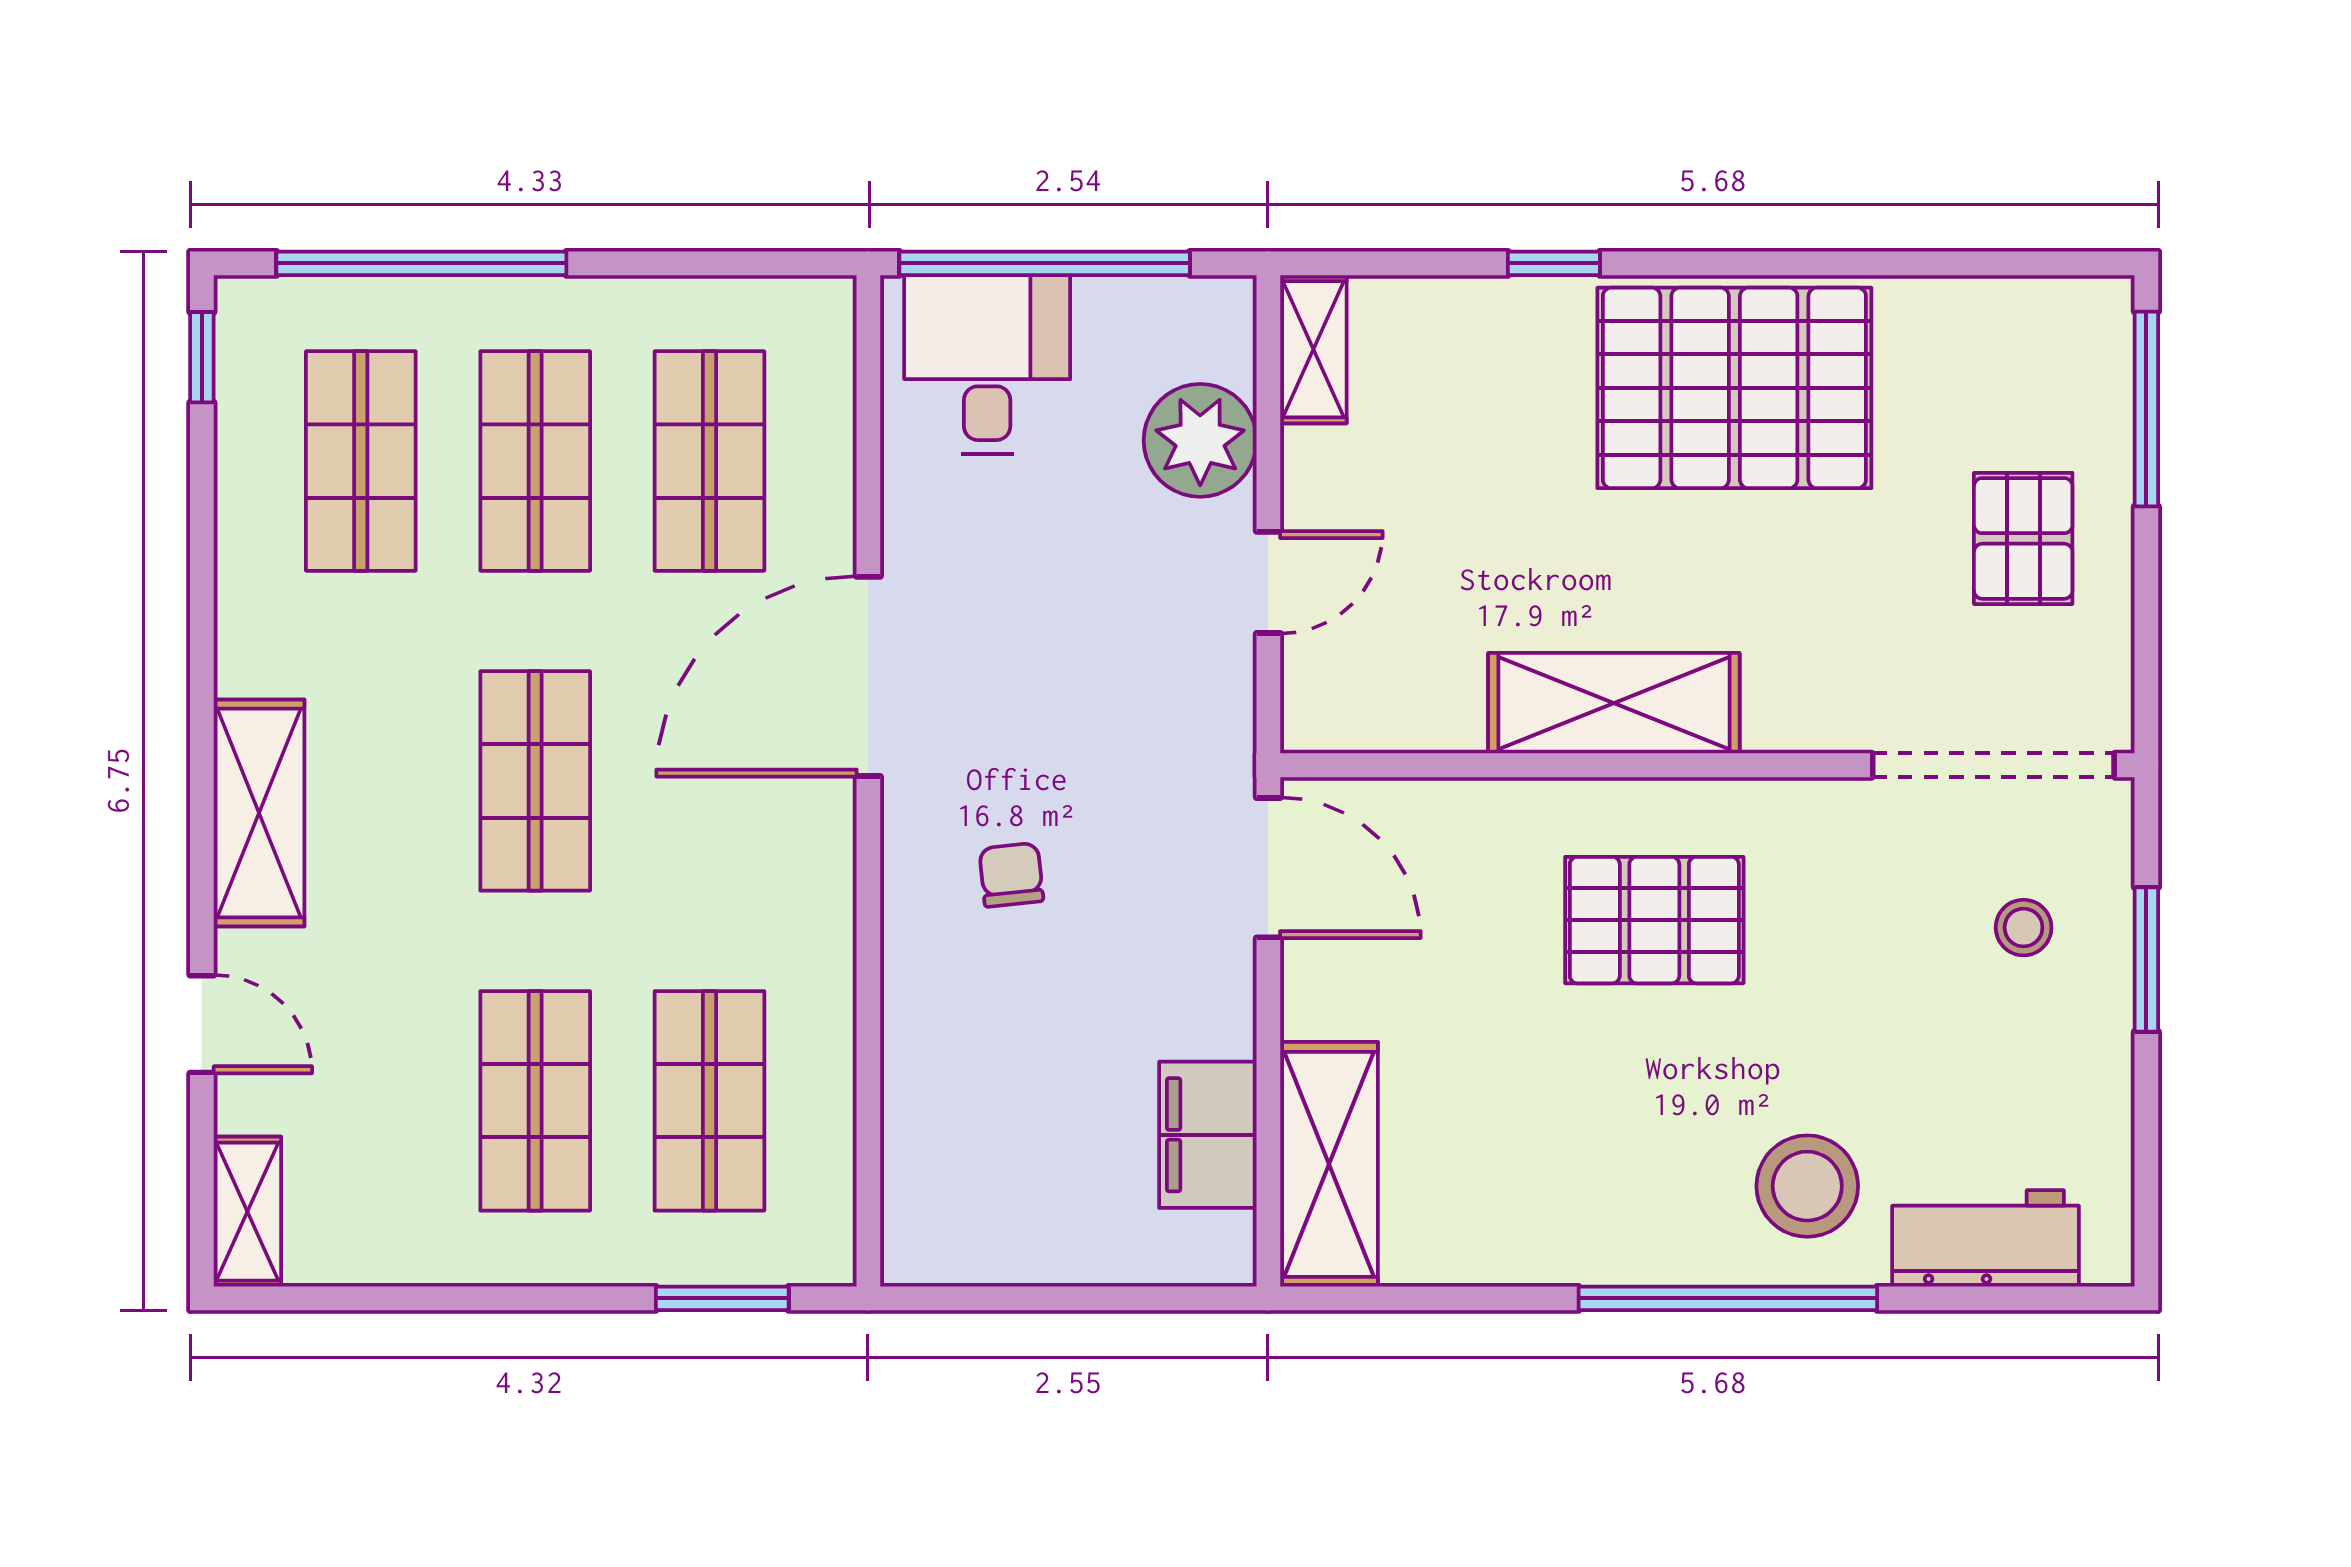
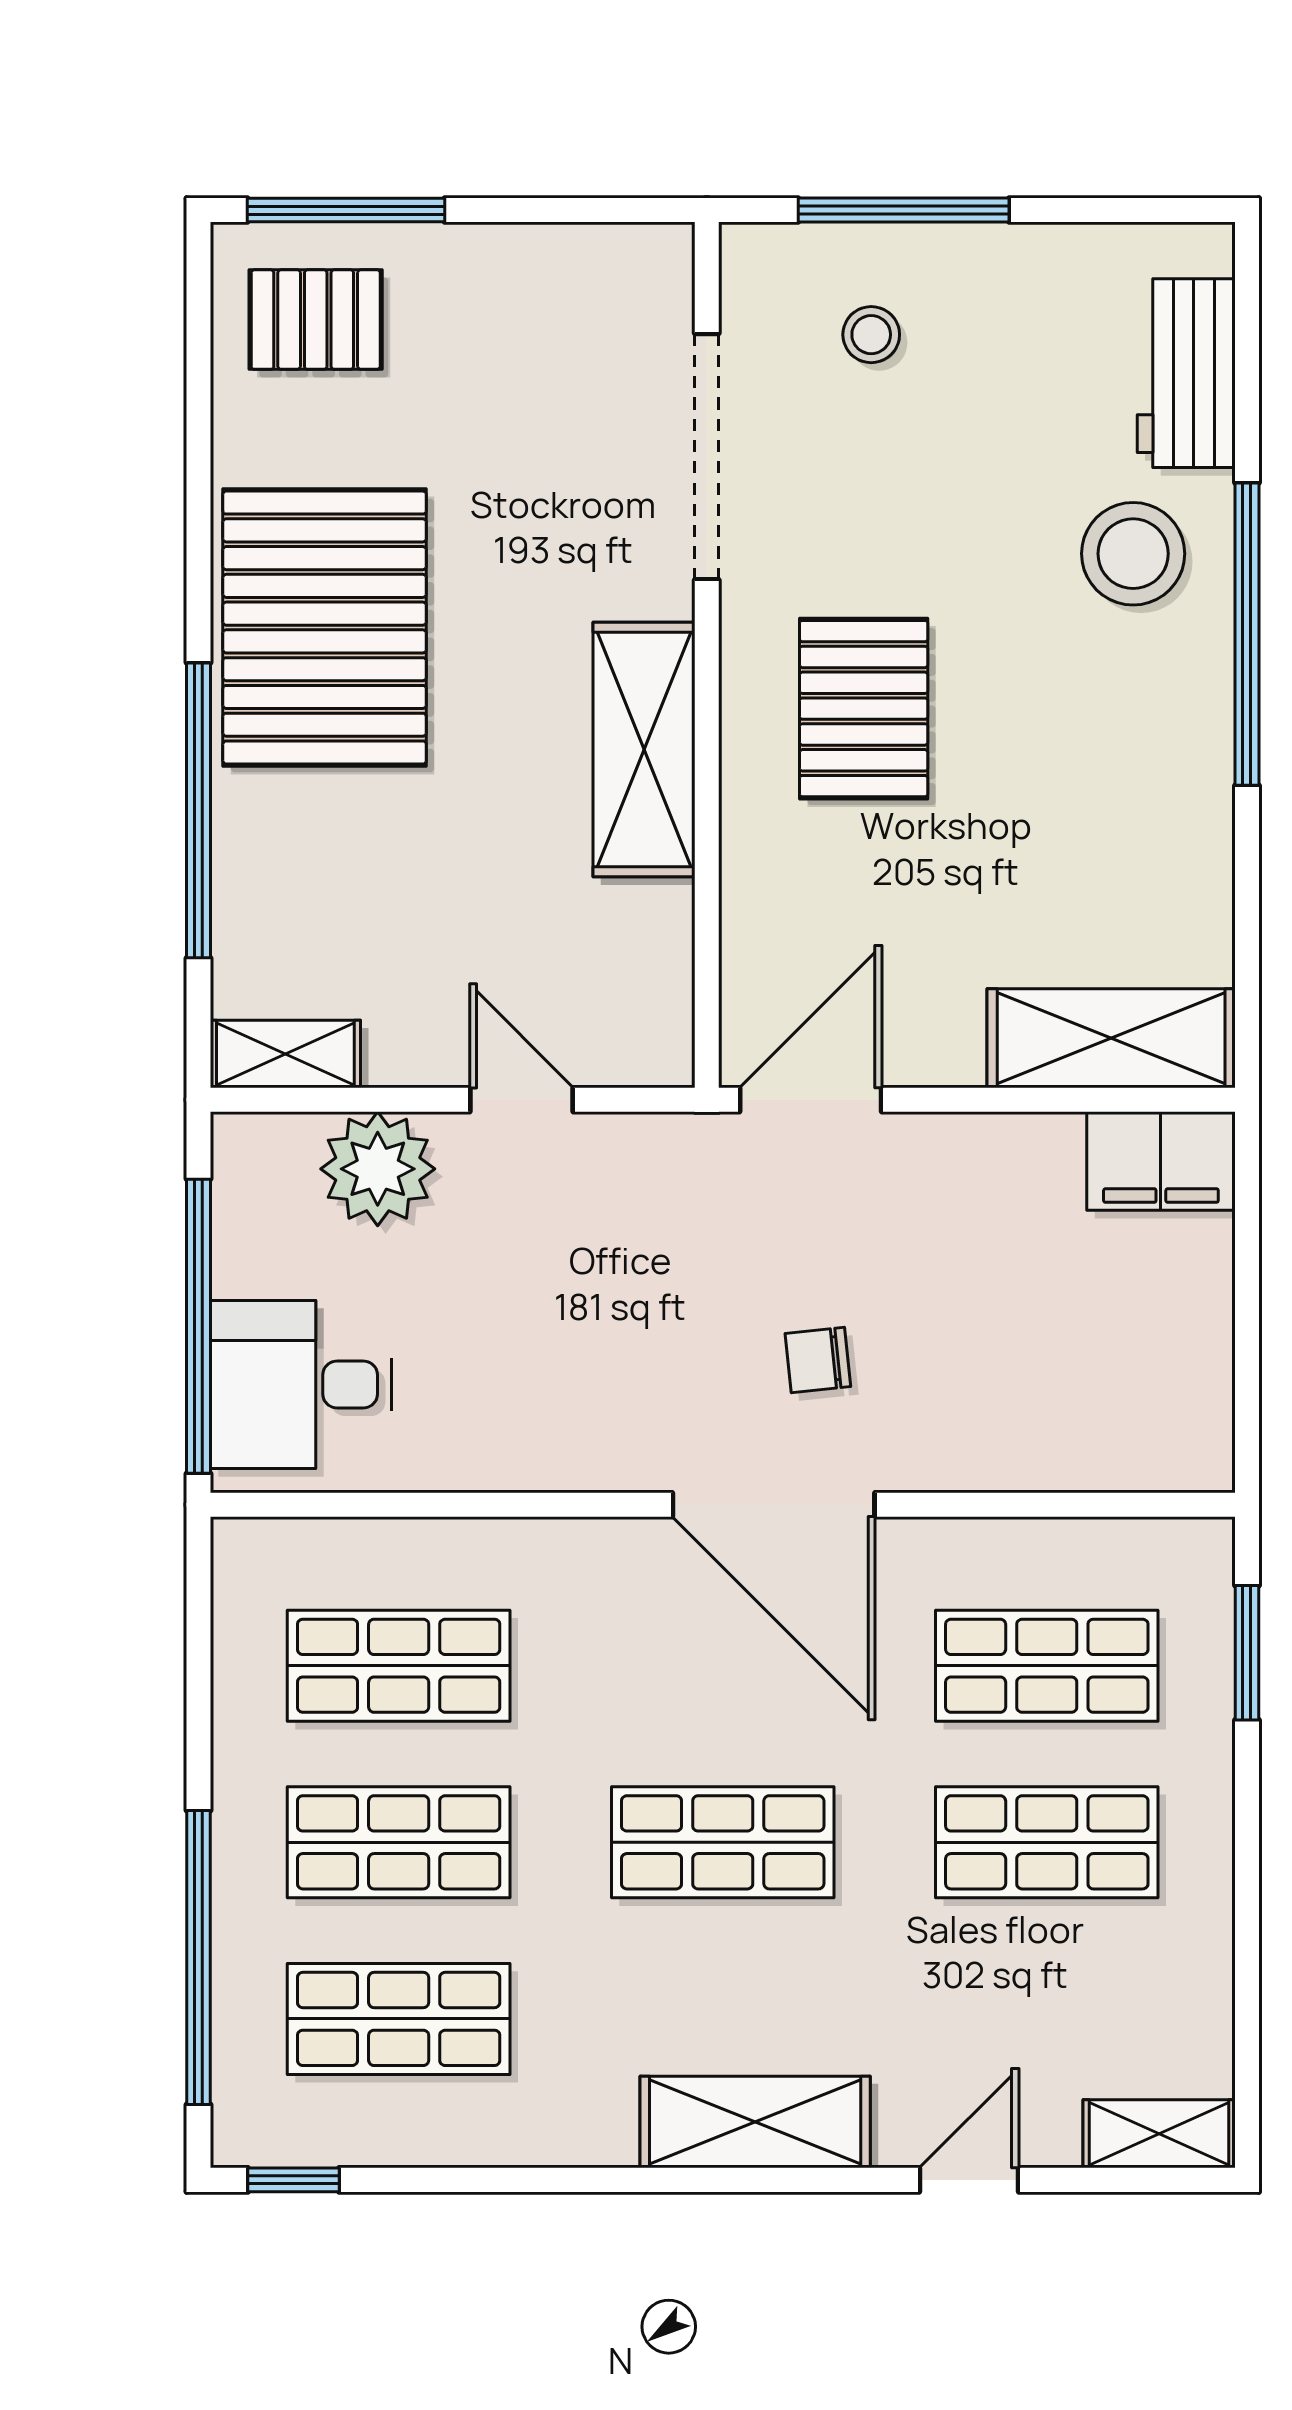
window: (1554, 263) -> (198, 810), width x3.17
pallet: (2023, 538) -> (316, 320), moved
door: (868, 676) -> (774, 1505), moved
doorway: (1993, 765) -> (707, 457), moved
window: (2146, 960) -> (904, 210), width x1.44
filing cabinet: (1208, 1135) -> (1161, 1161), moved

